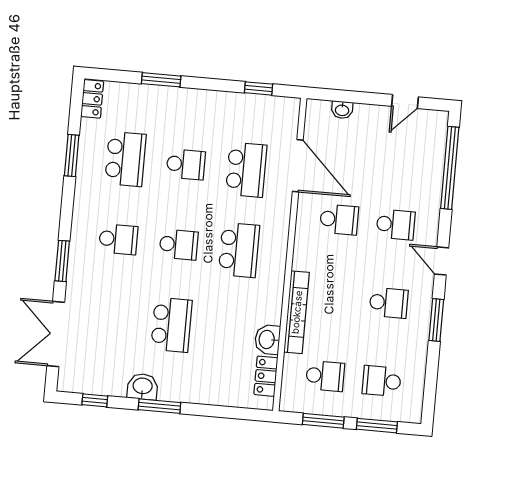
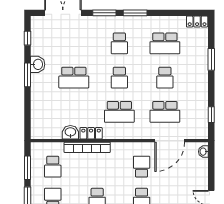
washbasin: (342, 110) -> (203, 152), moved
window: (72, 155) -> (135, 13), moved
school desk: (339, 219) -> (142, 167), turned 180
locker: (266, 376) -> (91, 133), moved

